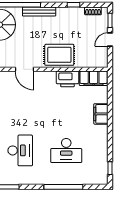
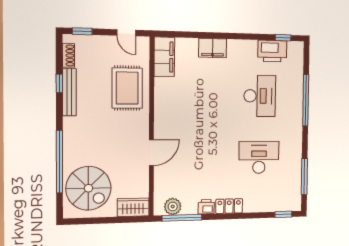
bench: (39, 12) -> (69, 92), moved
door: (110, 39) -> (126, 33), moved
rug: (59, 55) -> (127, 88), moved
printer: (67, 79) -> (272, 51), moved, turned 90

